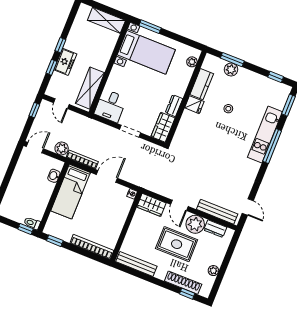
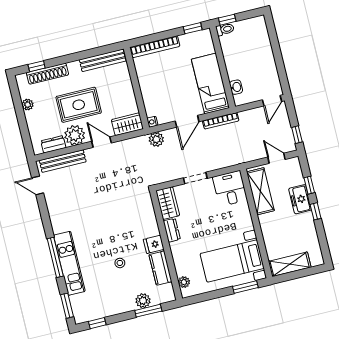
plant: (62, 148) -> (156, 139), moved

